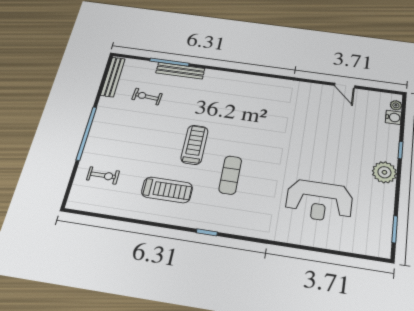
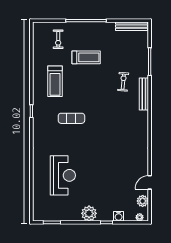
bench: (180, 71) -> (144, 94), moved
exercise bike: (147, 97) -> (123, 82), moved
plant: (372, 98) -> (143, 201), added
water cooler: (393, 117) -> (119, 216), moved
treadmill: (194, 145) -> (86, 57), moved
reception desk: (319, 201) -> (63, 175), turned 180

